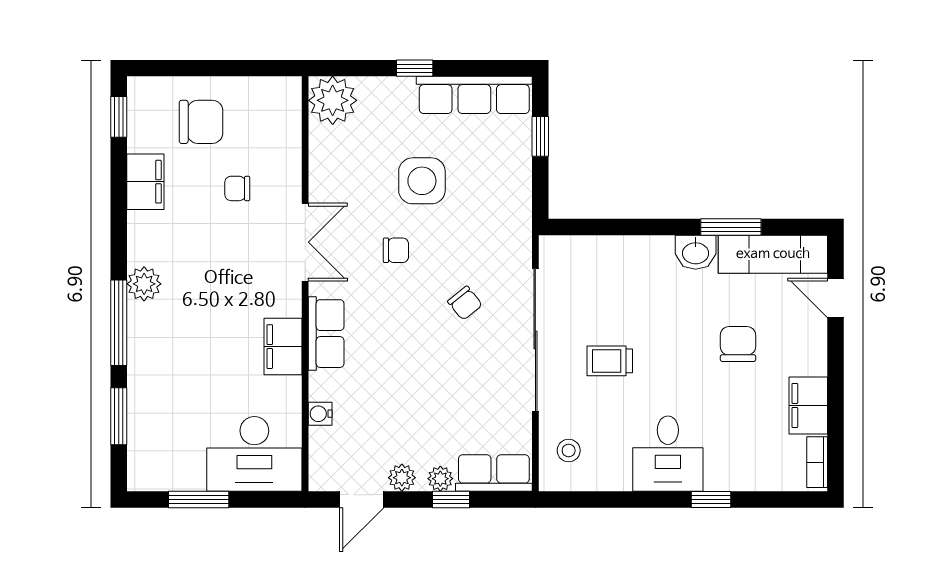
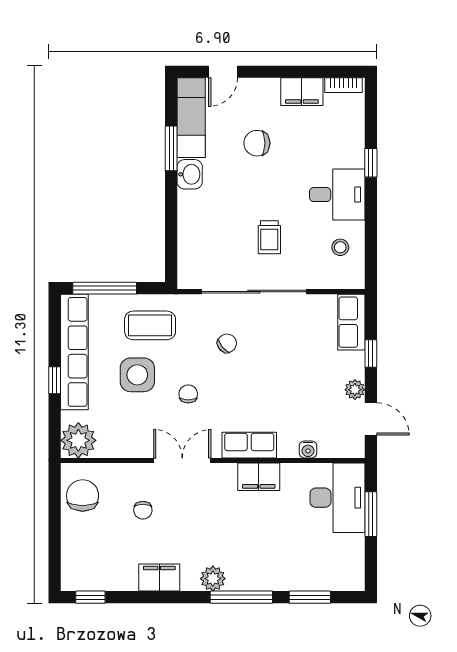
row of seats: (474, 95) -> (74, 352), width x1.36
chair: (201, 122) -> (83, 496), moved
window: (540, 136) -> (105, 288), width x2.17
filing cabinet: (145, 182) -> (159, 578), moved
coffee table: (489, 198) -> (150, 325), added
stool: (569, 451) -> (340, 247), moved
plant: (440, 479) -> (356, 361), removed
window: (199, 499) -> (371, 514), moved

